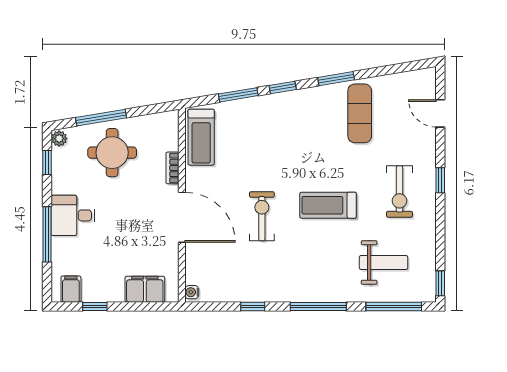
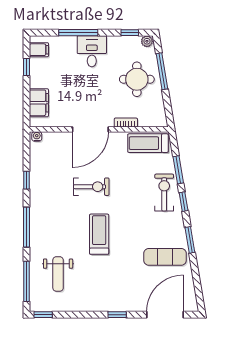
door: (440, 113) -> (165, 315), width x1.87
exercise bike: (400, 192) -> (164, 193), moved, turned 90

